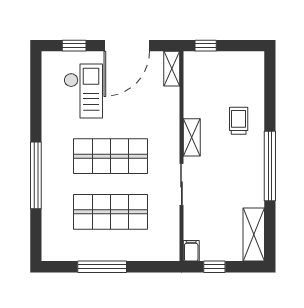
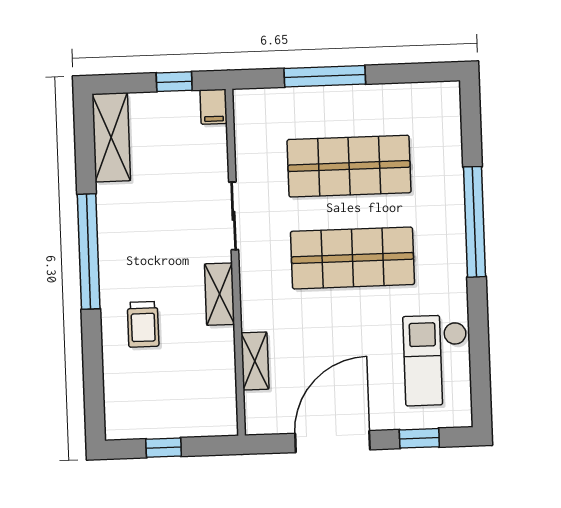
window: (206, 46) -> (164, 448), moved
shelving: (172, 69) -> (255, 361), moved
checkout: (83, 91) -> (436, 360), moved
window: (102, 267) -> (325, 76), moved

